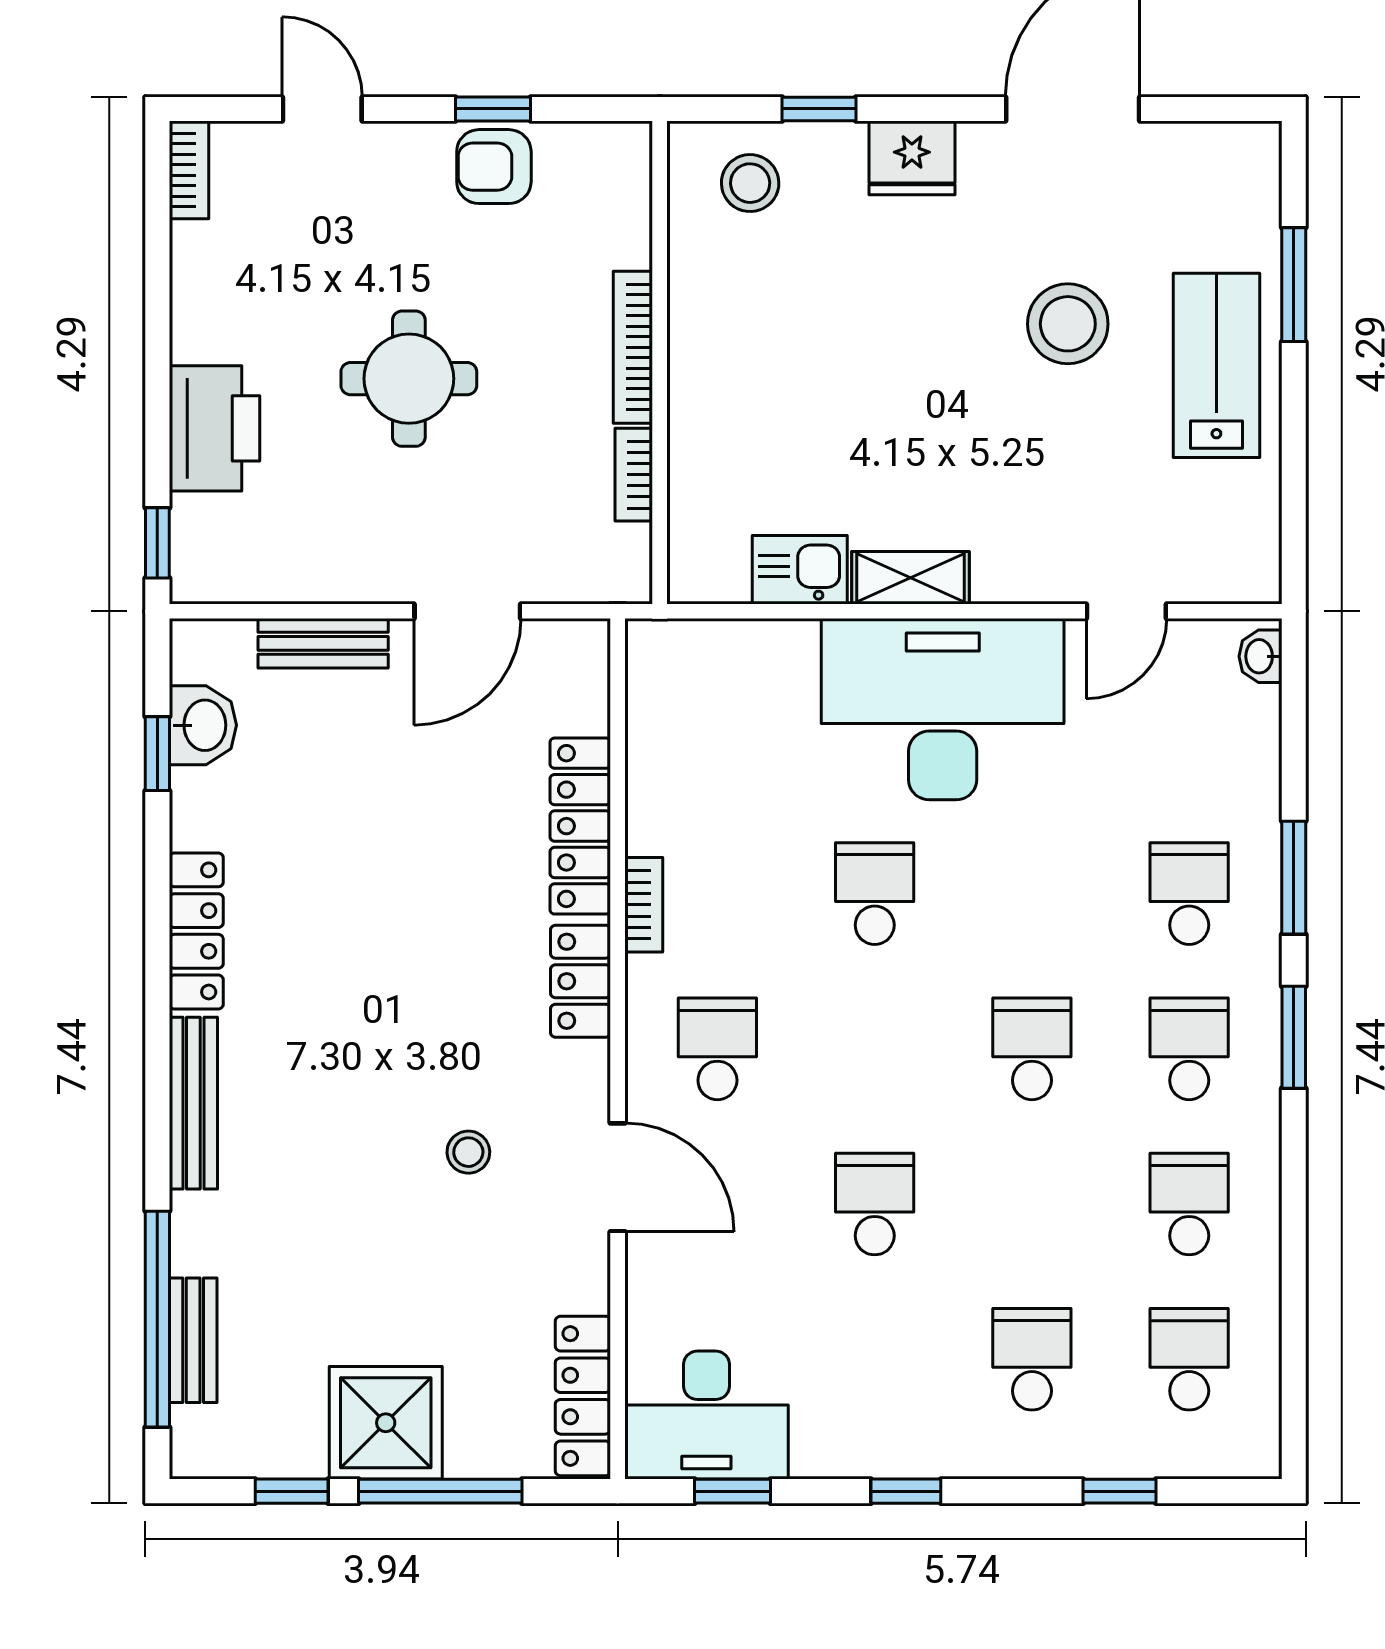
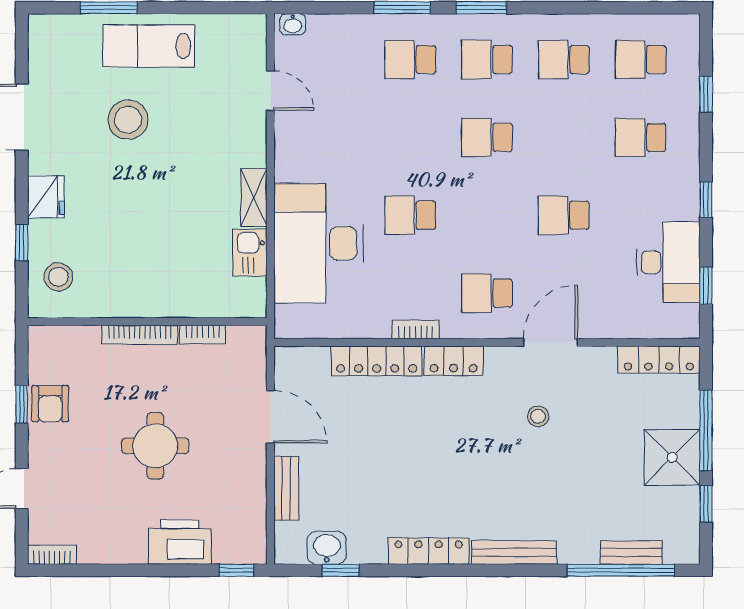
desk: (943, 709) -> (319, 243), moved
desk: (706, 1415) -> (668, 262), moved

